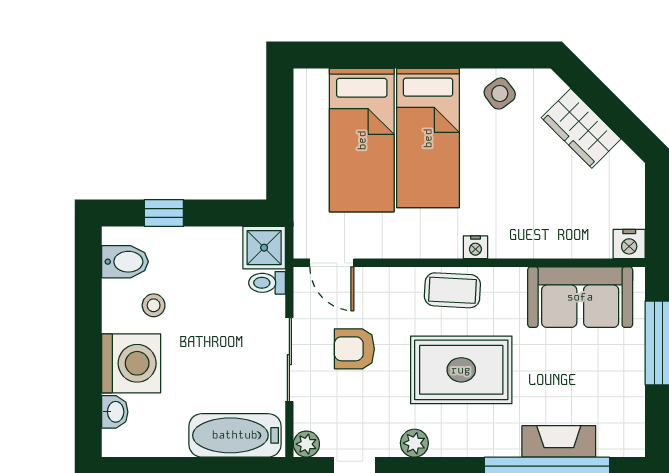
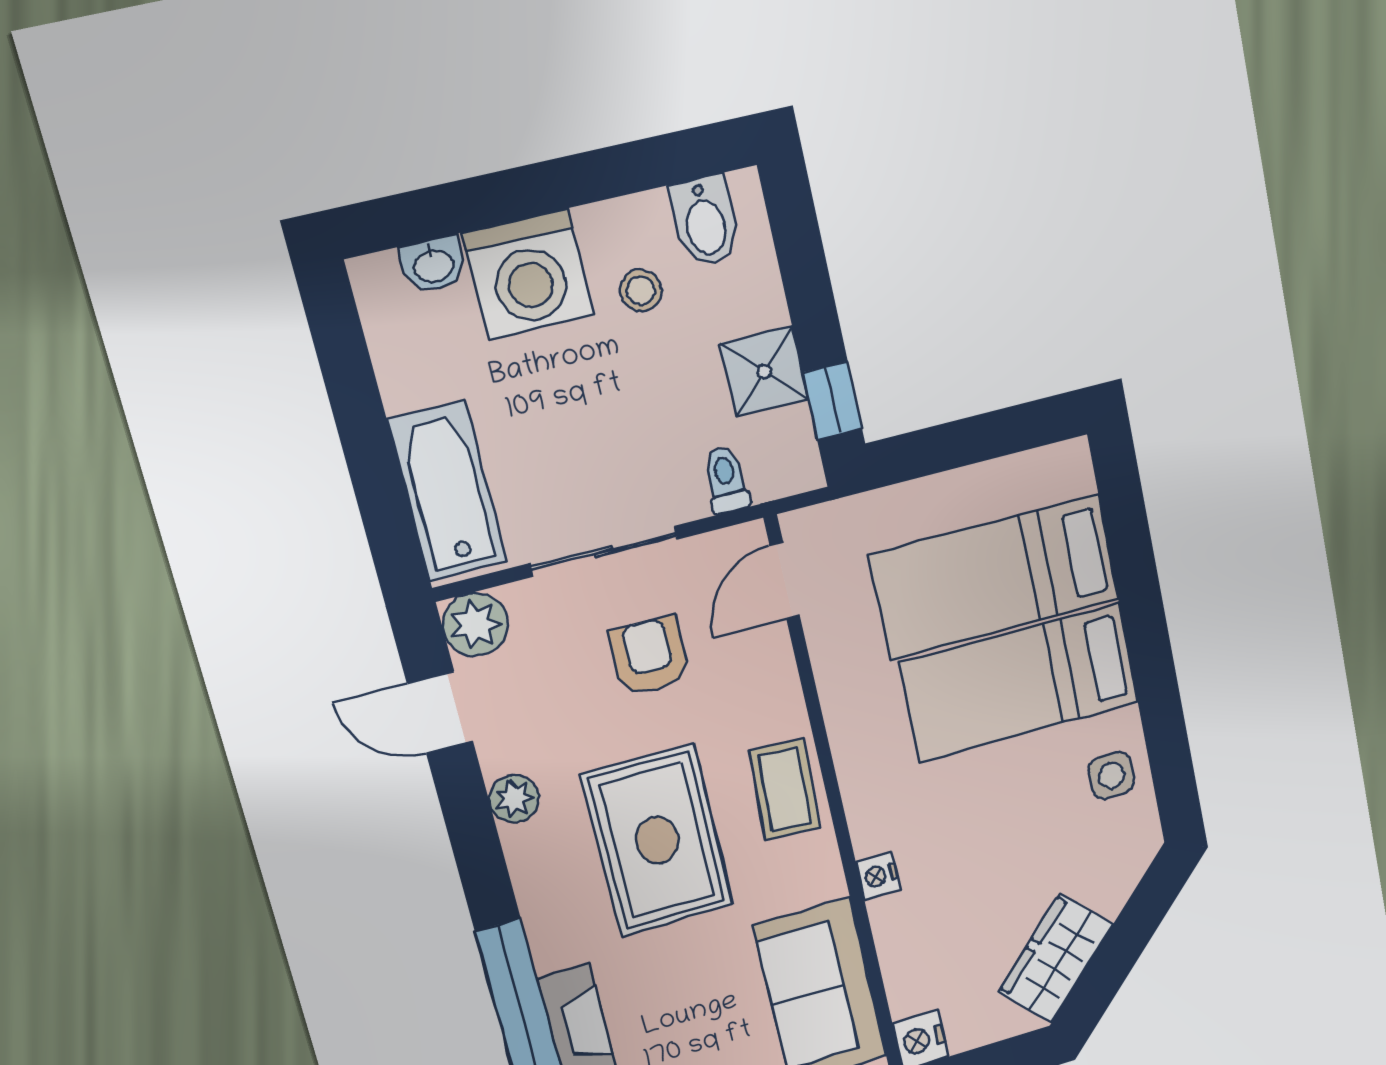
side table: (500, 93) -> (1111, 775), turned 37
wardrobe: (581, 128) -> (1056, 958), moved
window: (164, 213) -> (832, 400), moved
nightstand: (475, 247) -> (878, 876), moved
shower: (264, 248) -> (764, 372), moved
plant: (306, 444) -> (475, 625), width x1.38, depth x1.38

